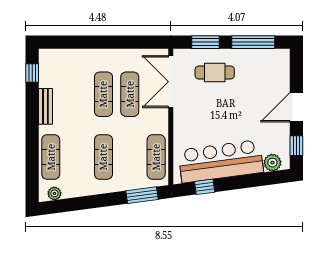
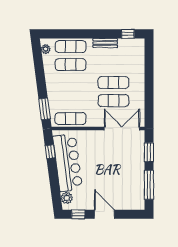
cafe table: (215, 72) -> (128, 158), removed
exercise mat: (103, 157) -> (71, 65), moved

